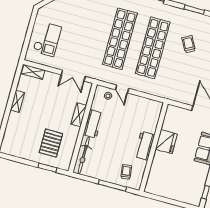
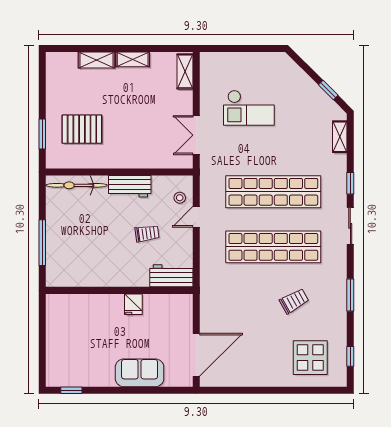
checkout: (47, 39) -> (249, 108), moved
shelving: (79, 115) -> (96, 60), moved
fridge: (166, 142) -> (133, 304), width x0.53, depth x0.75
workbench: (145, 146) -> (171, 276), moved
trolley: (126, 172) -> (147, 233), moved

